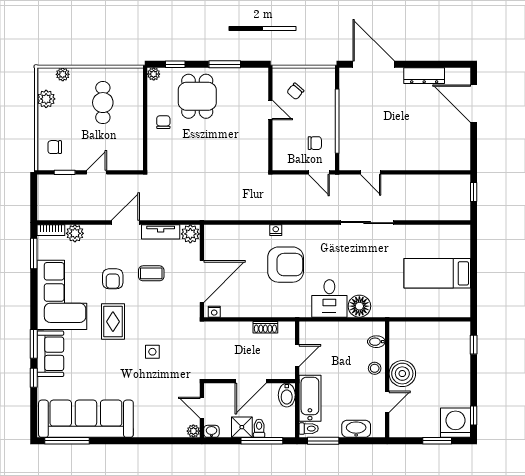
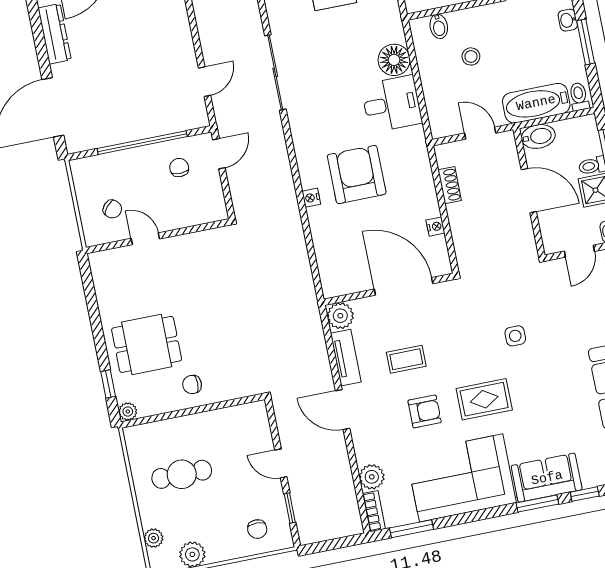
window: (225, 64) -> (94, 315), removed
door: (270, 110) -> (145, 239), hinge flipped
coffee table: (151, 273) -> (406, 359), turned 90
nightstand: (214, 312) -> (435, 227), moved
stool: (375, 368) -> (471, 56), moved
washbasin: (356, 429) -> (568, 20), width x0.52, depth x0.69
window: (323, 441) -> (586, 42), moved

